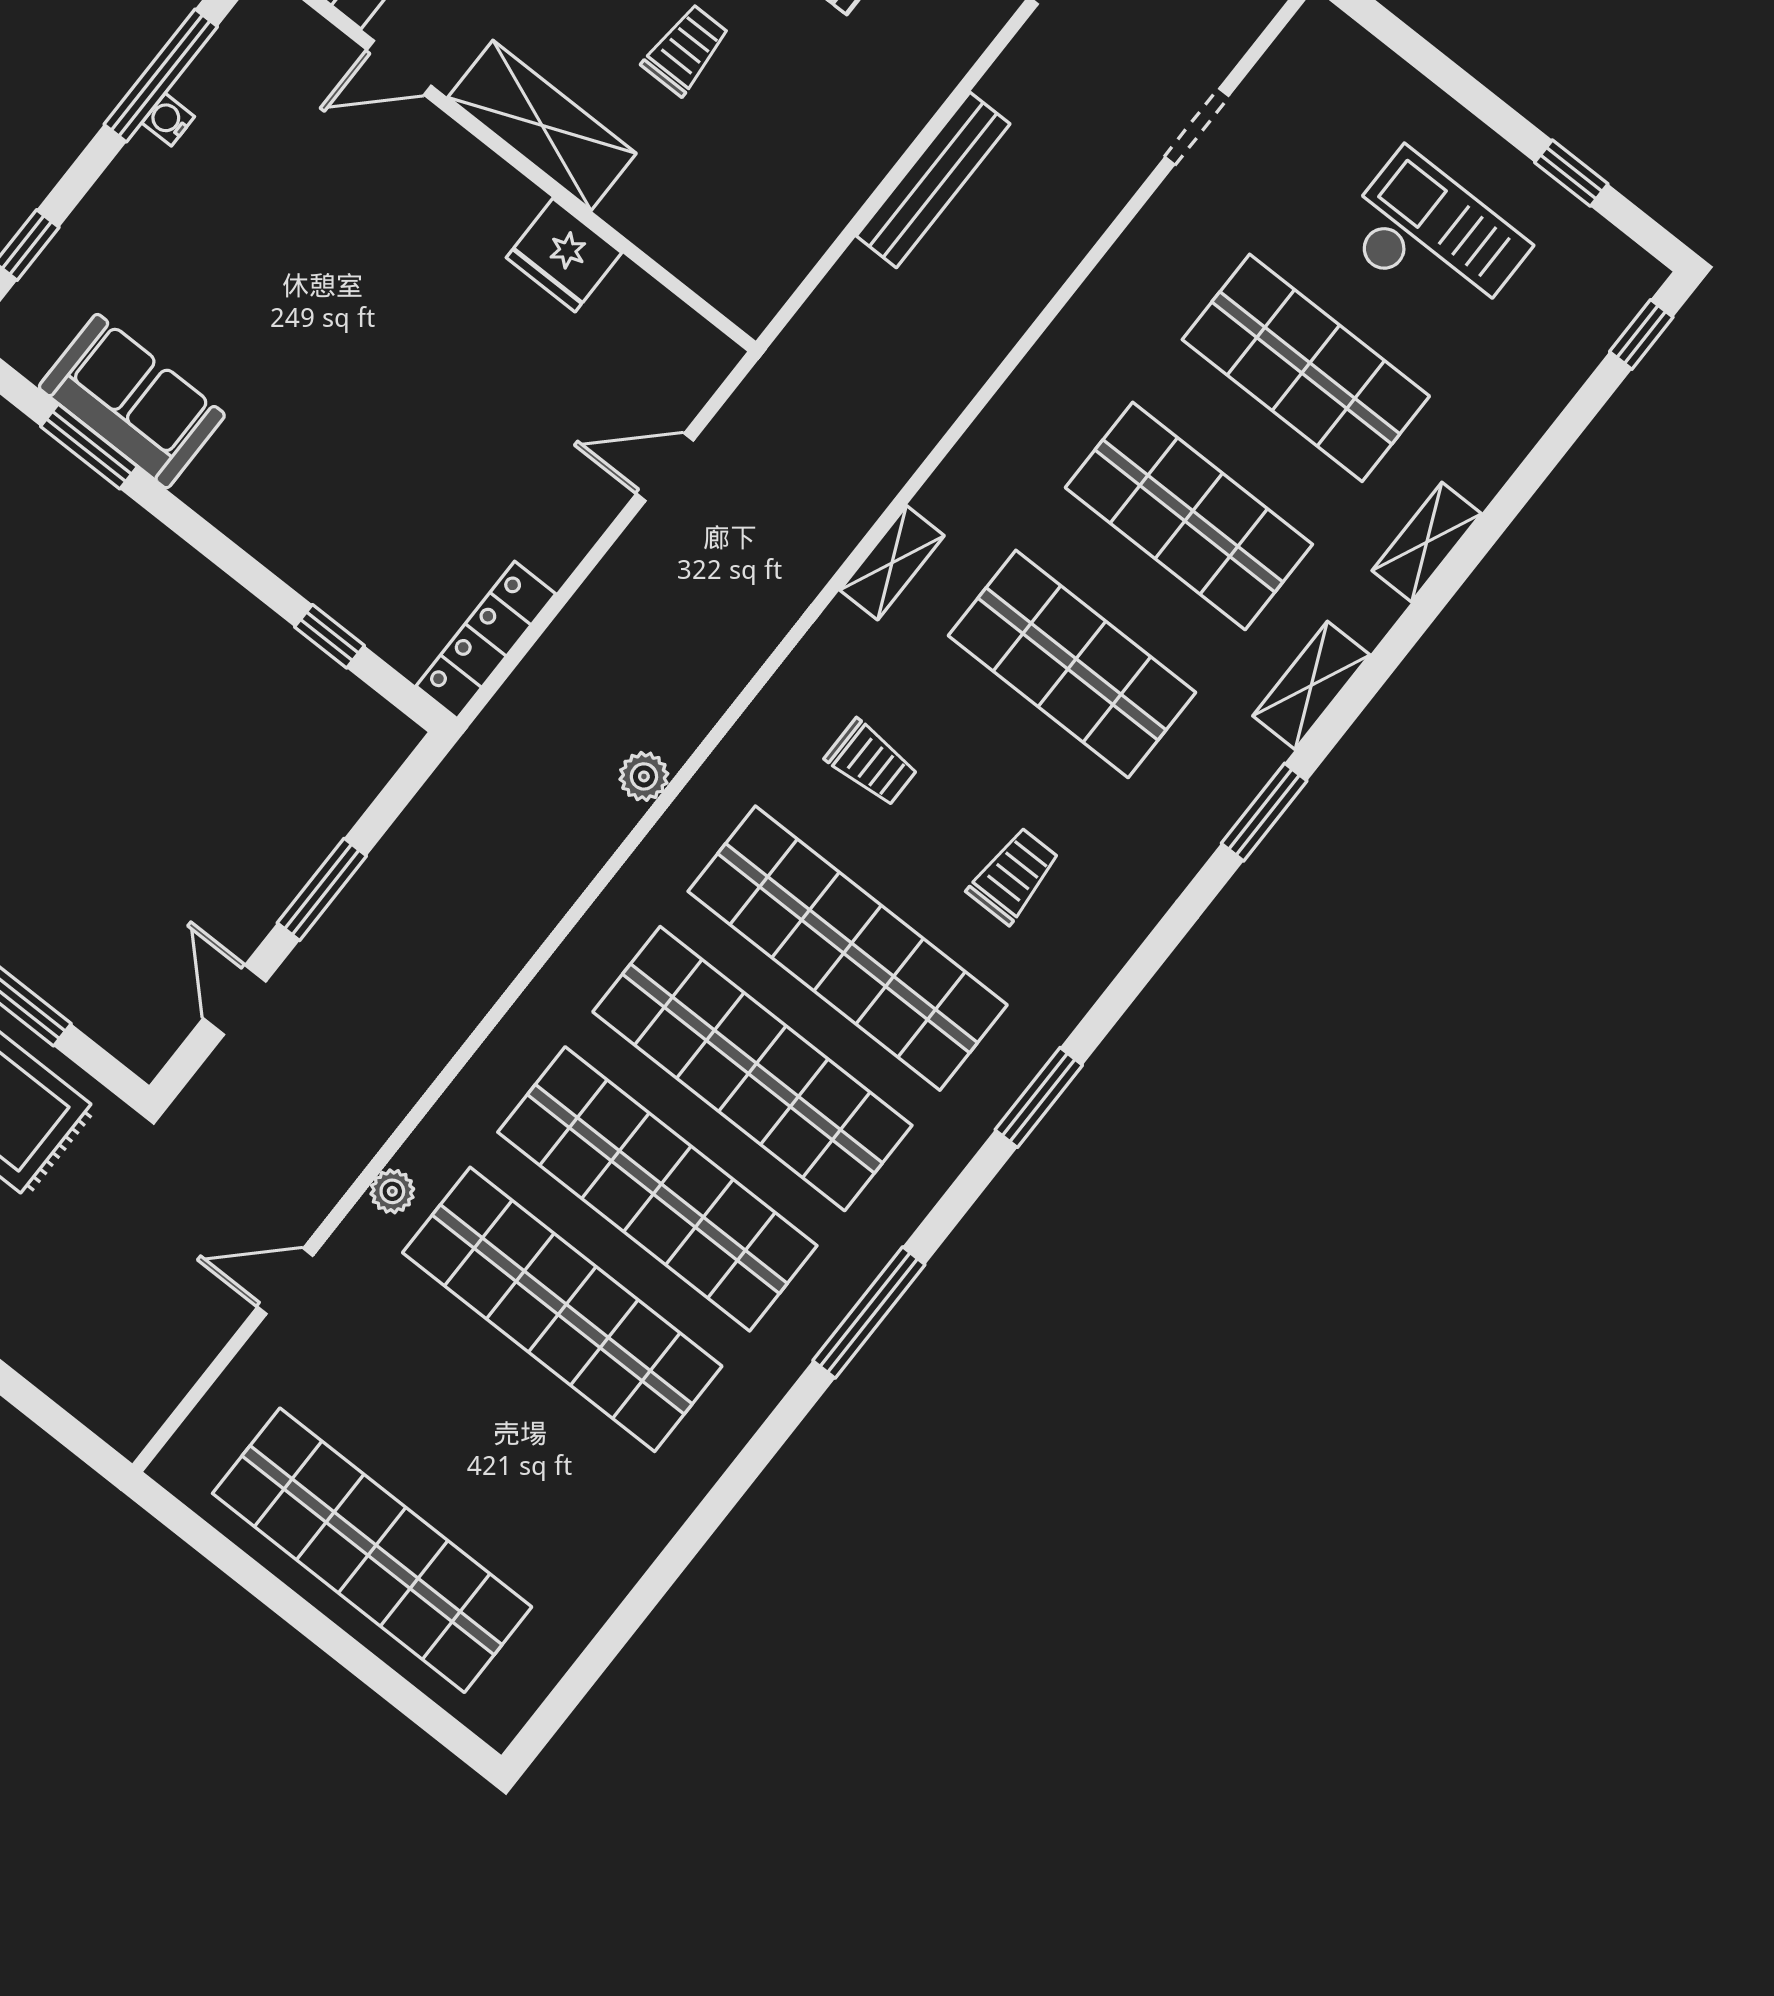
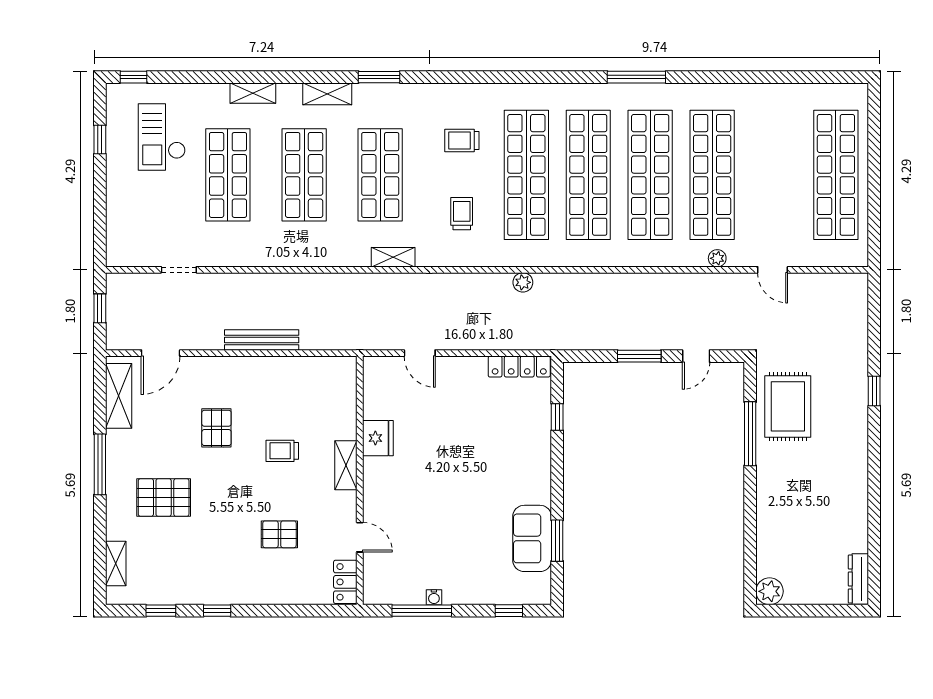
shelving: (542, 125) -> (346, 465), width x0.67, depth x0.75
checkout: (1433, 240) -> (162, 137), moved
window: (1039, 1097) -> (526, 77), removed

